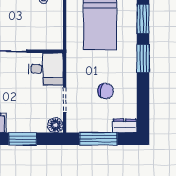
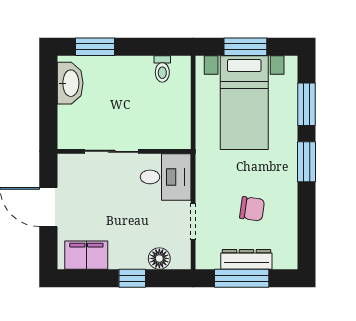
floor lamp: (55, 125) -> (159, 258), moved
dresser: (125, 126) -> (246, 259), moved, width x1.44
window: (23, 139) -> (132, 278), width x0.67

